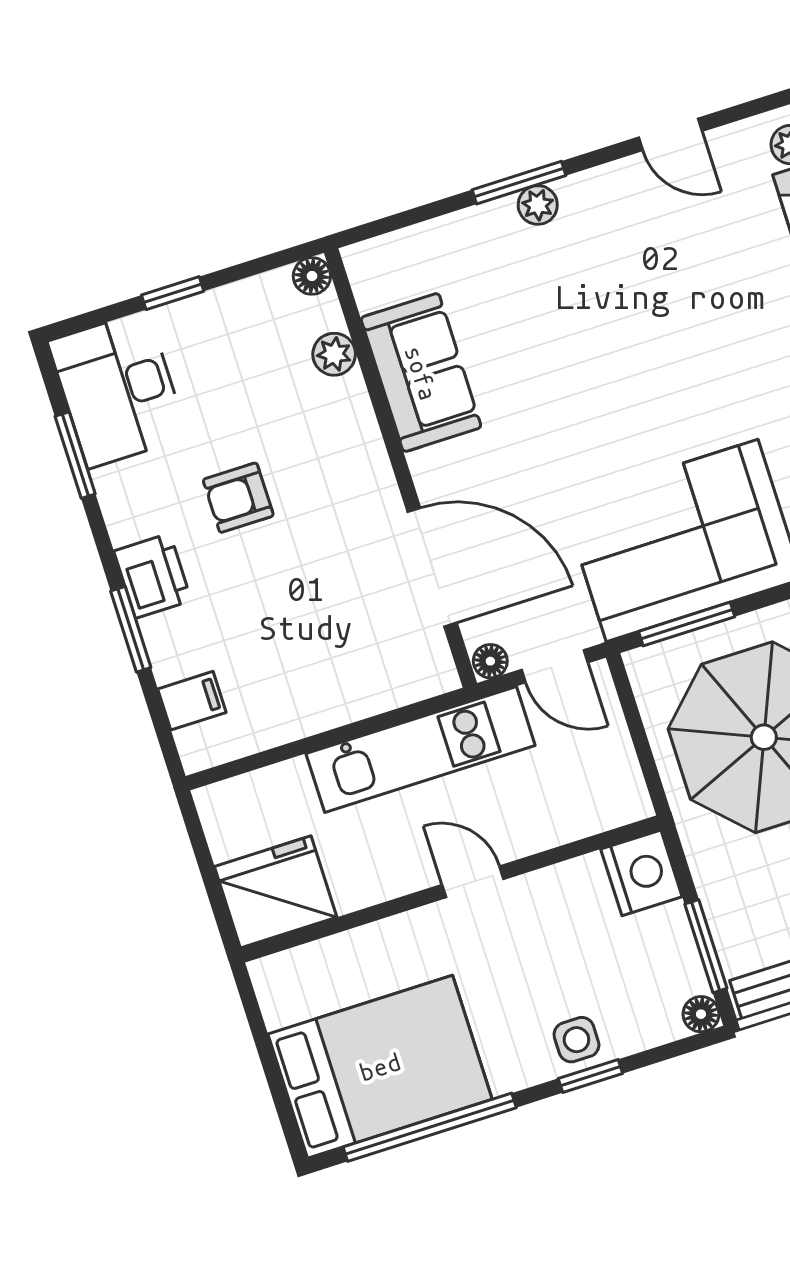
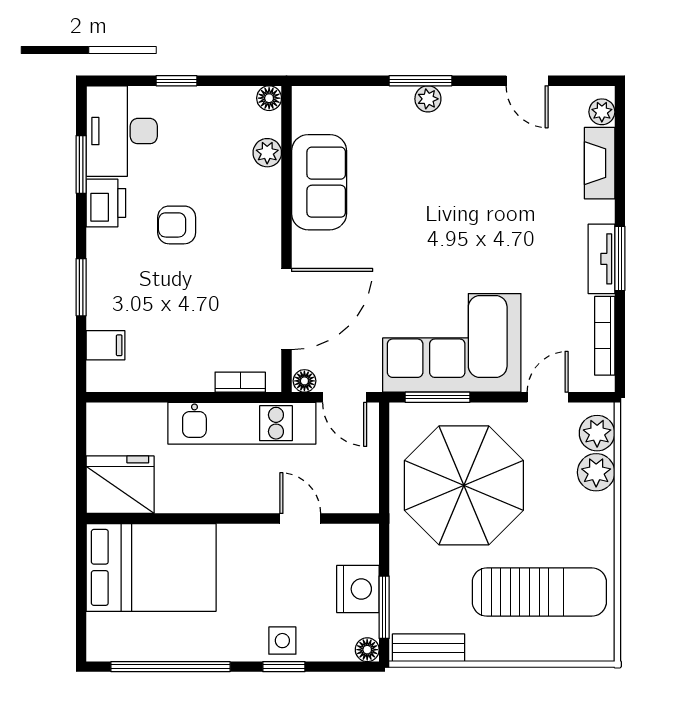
door: (432, 567) -> (287, 309), hinge flipped
printer: (153, 576) -> (106, 203), moved
bookcase: (400, 692) -> (240, 382), added
nightstand: (641, 873) -> (358, 589), moved
door: (473, 882) -> (300, 518), moved
bed: (380, 1067) -> (151, 567), moved

